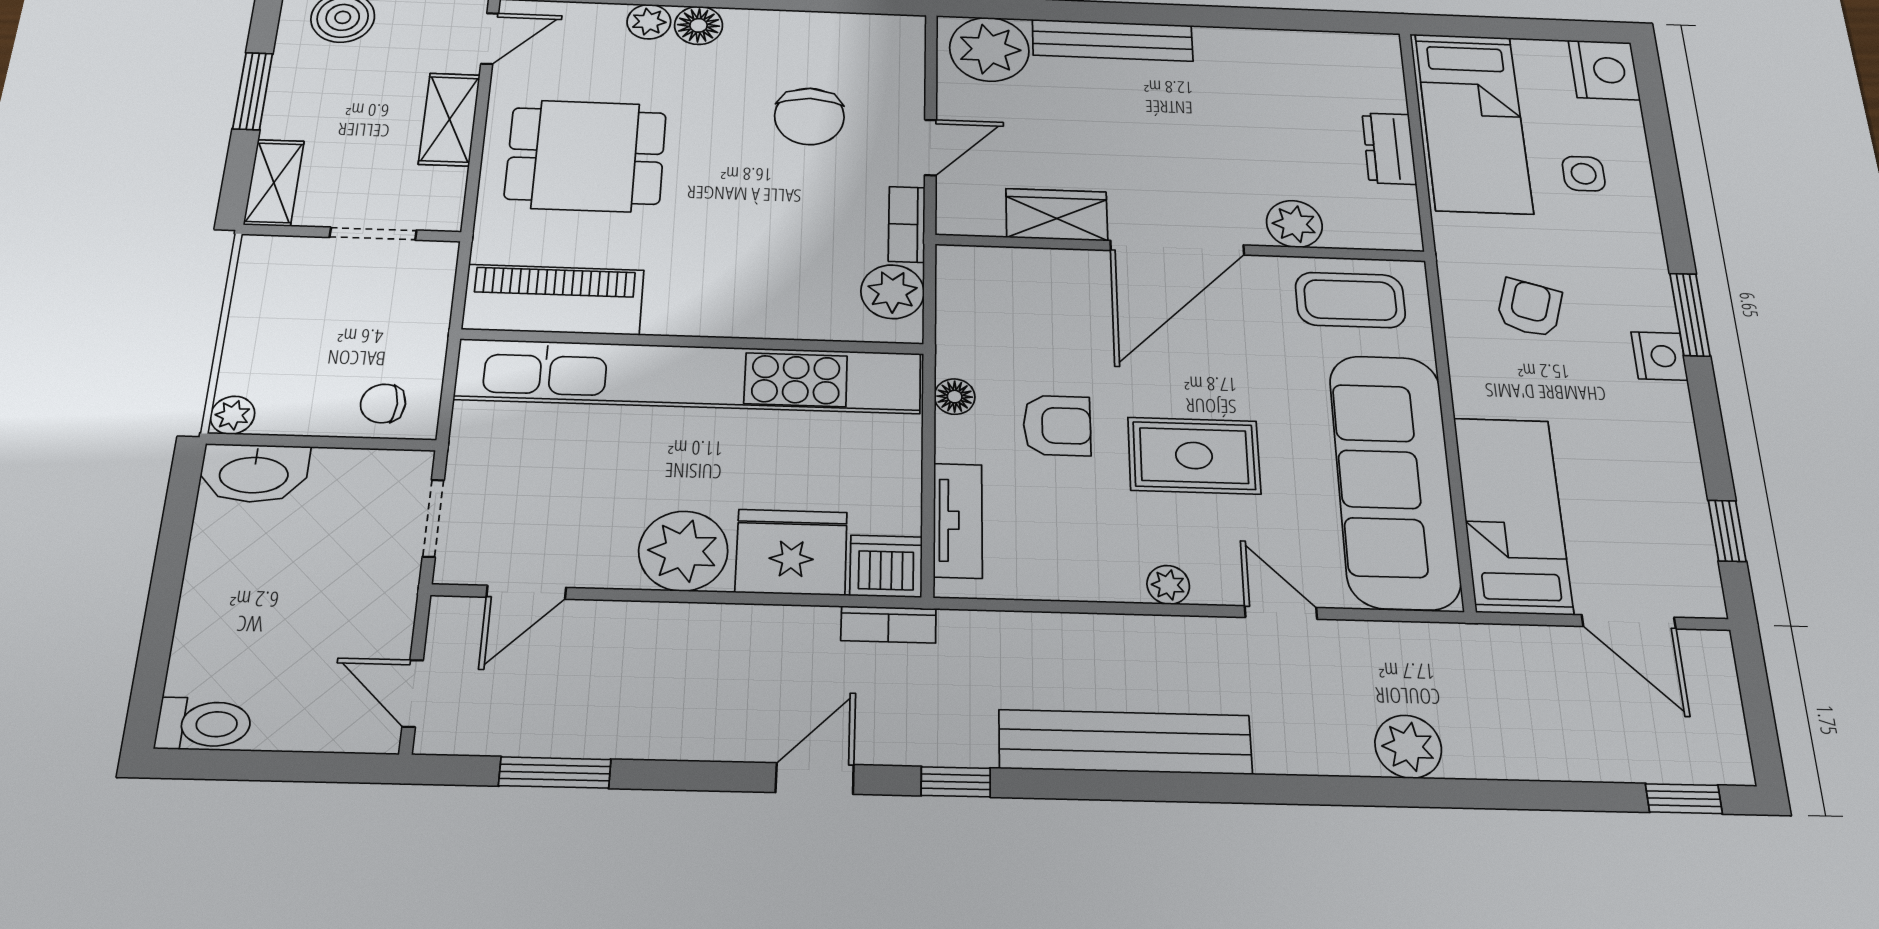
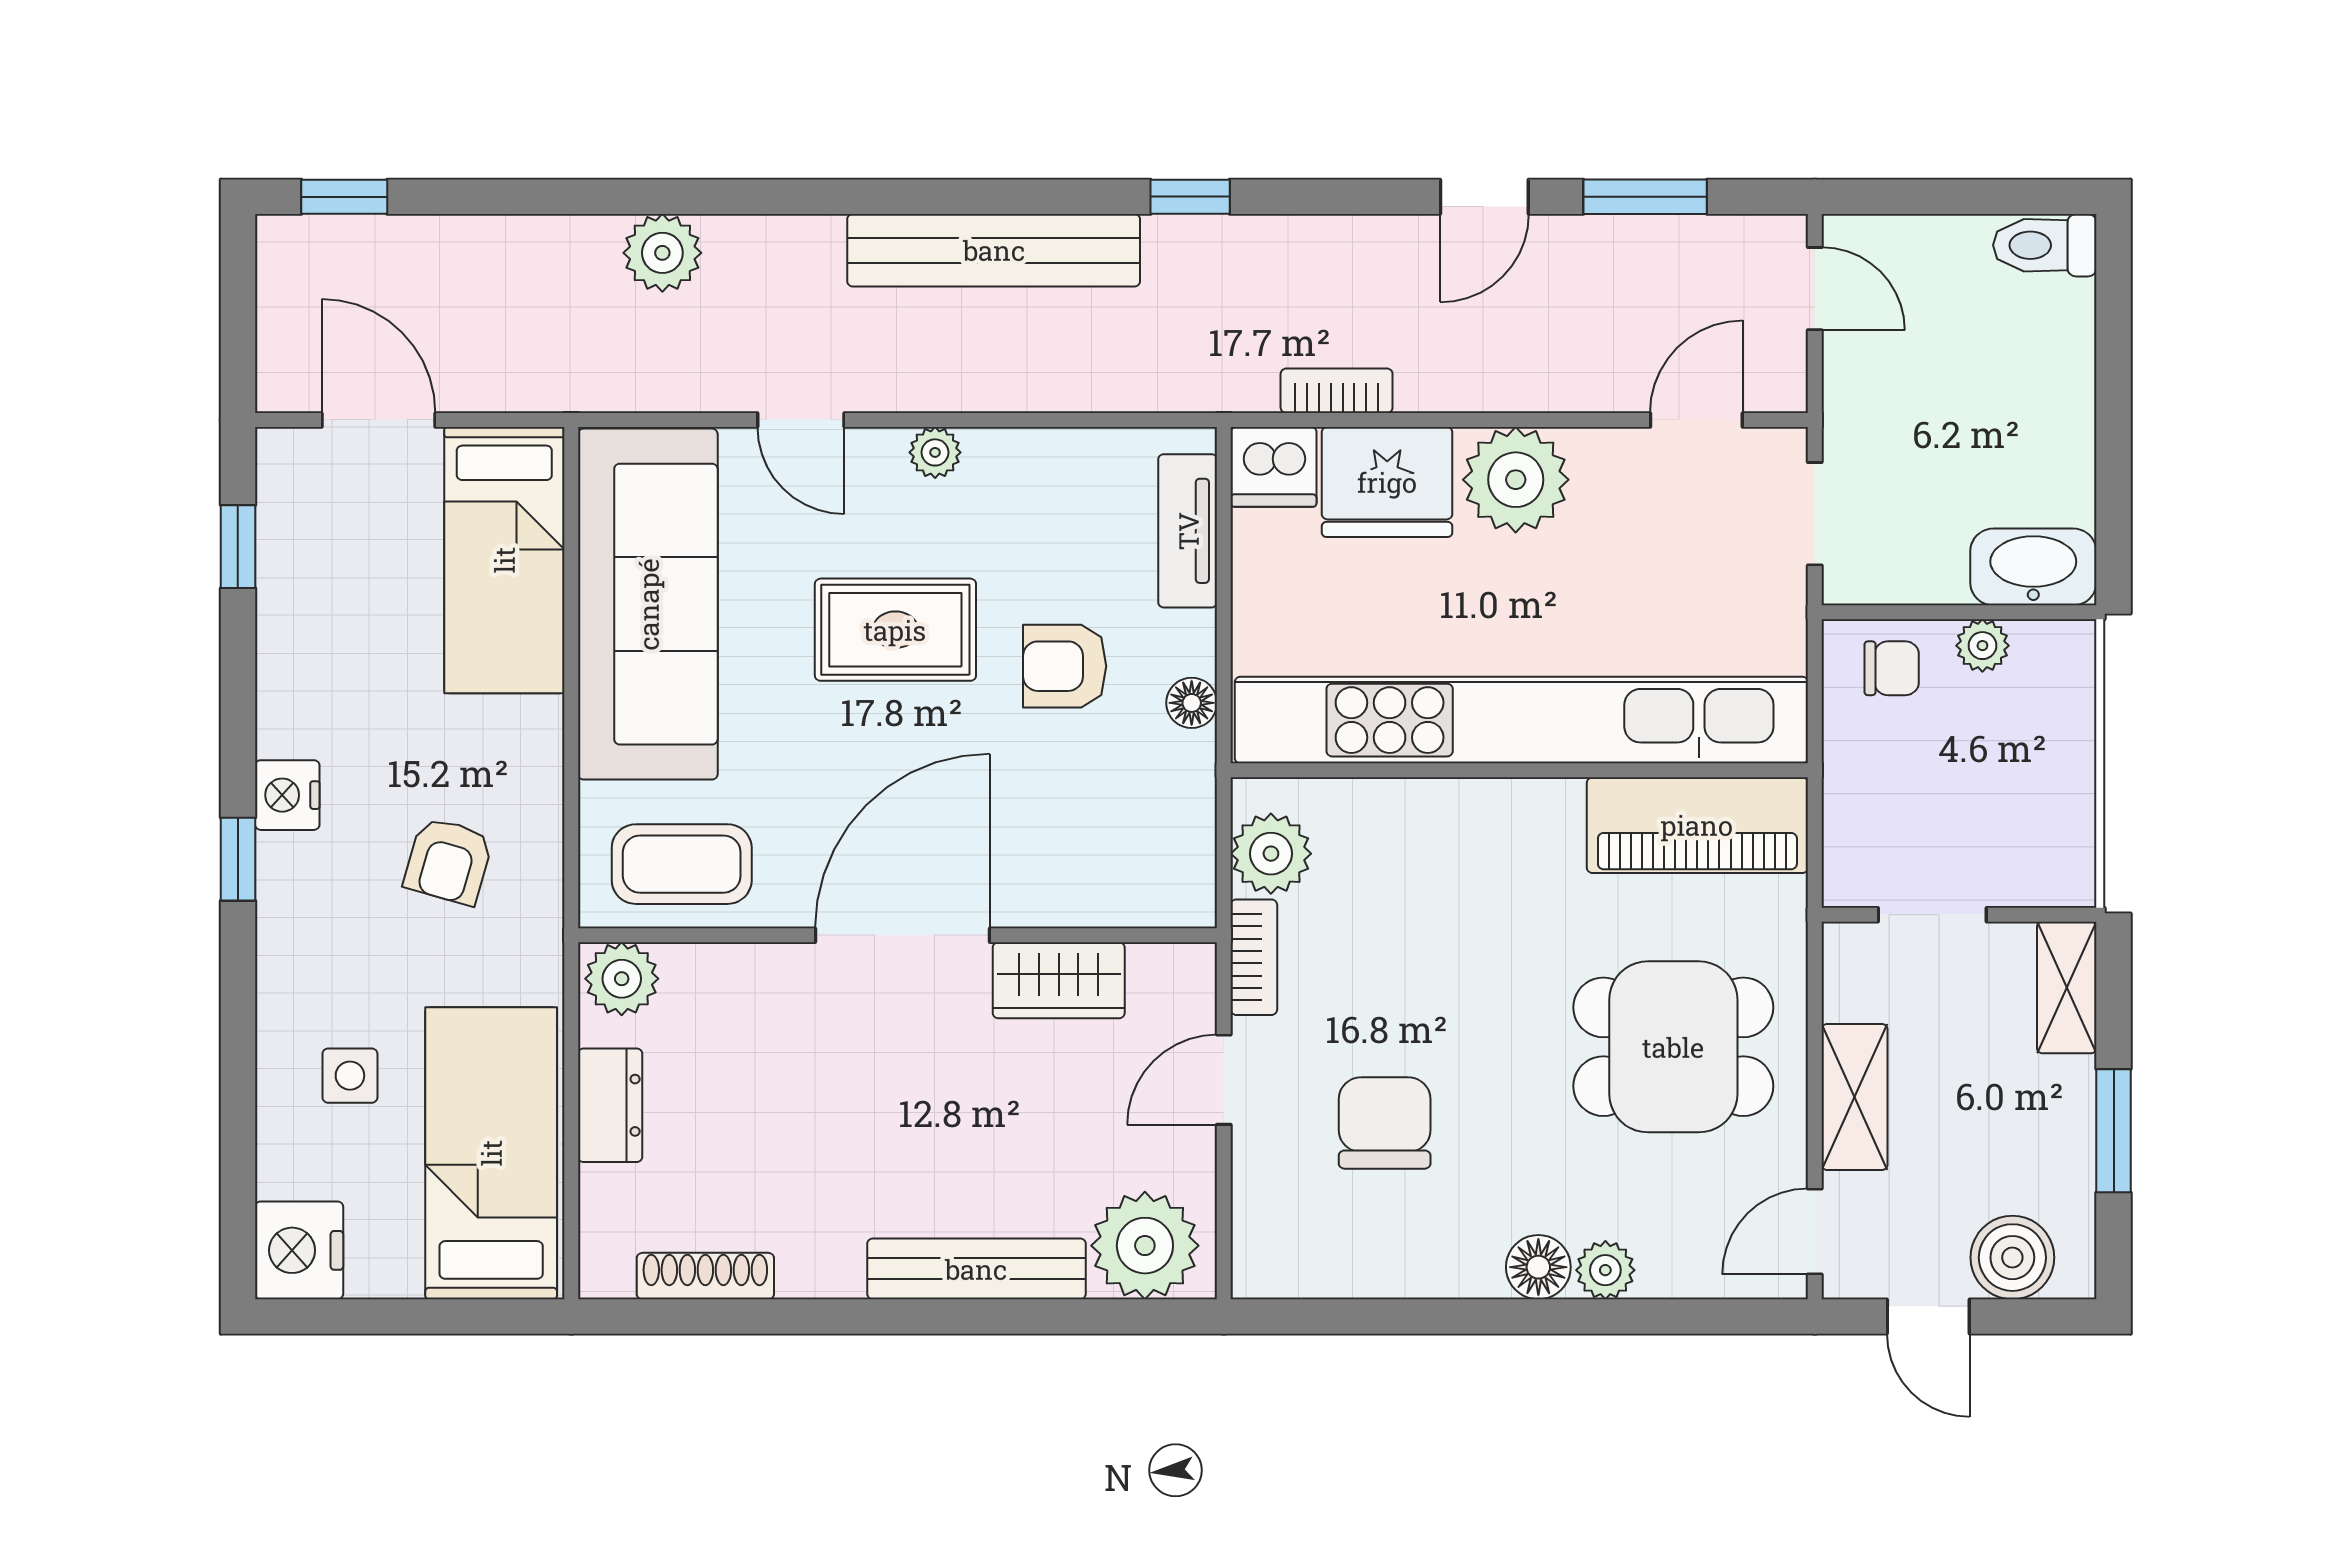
shoe rack: (1309, 44) -> (705, 1276), added
plant: (1294, 224) -> (622, 979), moved
window: (1690, 315) -> (238, 859), width x0.67
plant: (232, 415) -> (1982, 646), moved
bookcase: (889, 625) -> (1337, 391), moved
door: (815, 779) -> (1484, 197), moved

